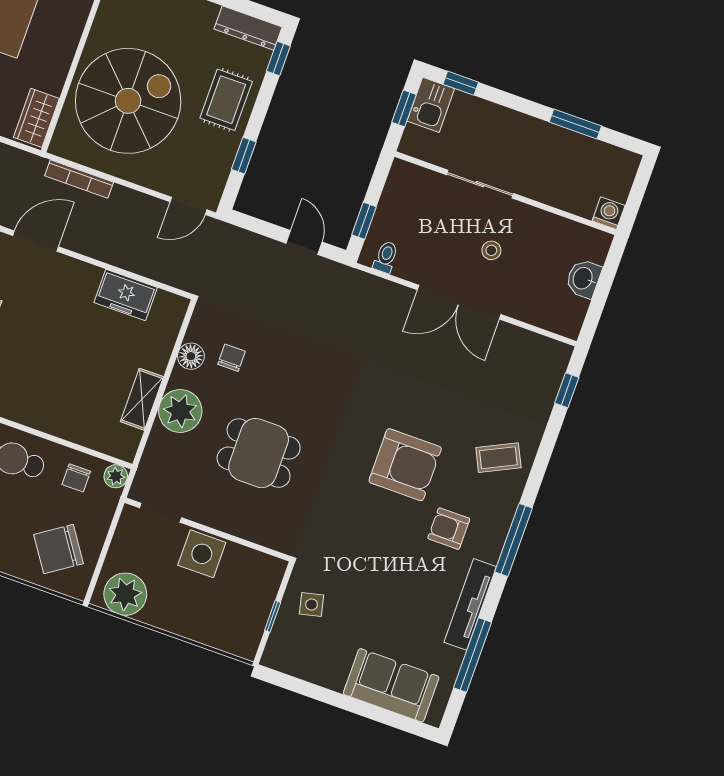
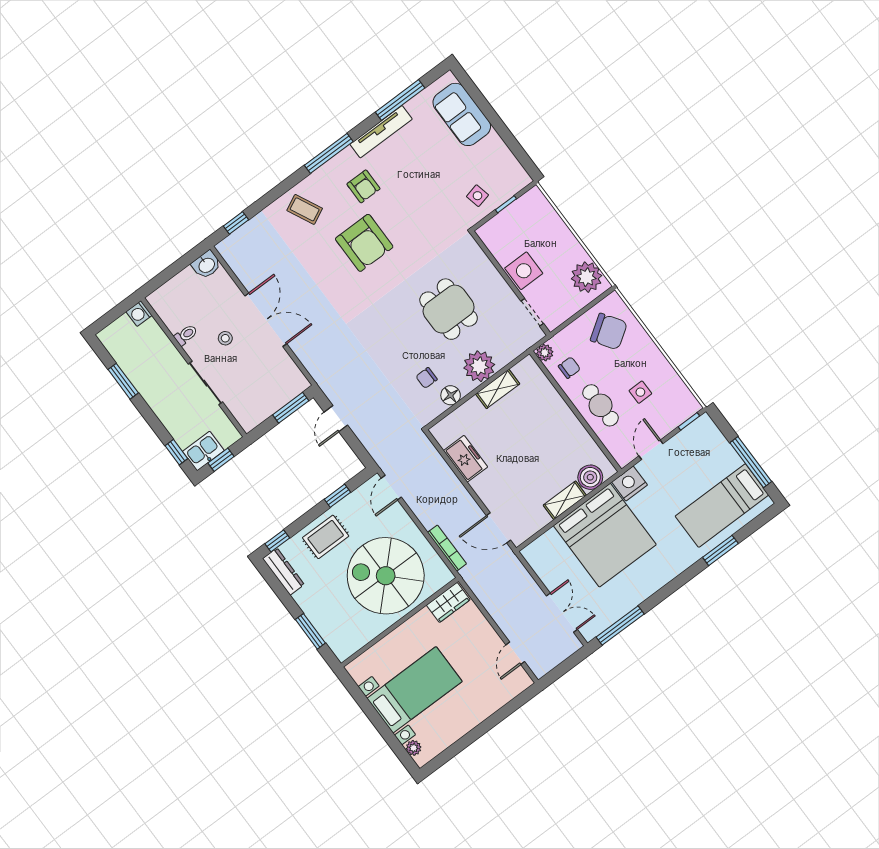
door: (188, 206) -> (391, 488), swing flipped
window: (364, 221) -> (291, 408), width x1.50
toilet: (386, 257) -> (186, 335), moved, turned 180
washbasin: (583, 279) -> (206, 265), moved
armchair: (405, 465) -> (364, 243), turned 180

